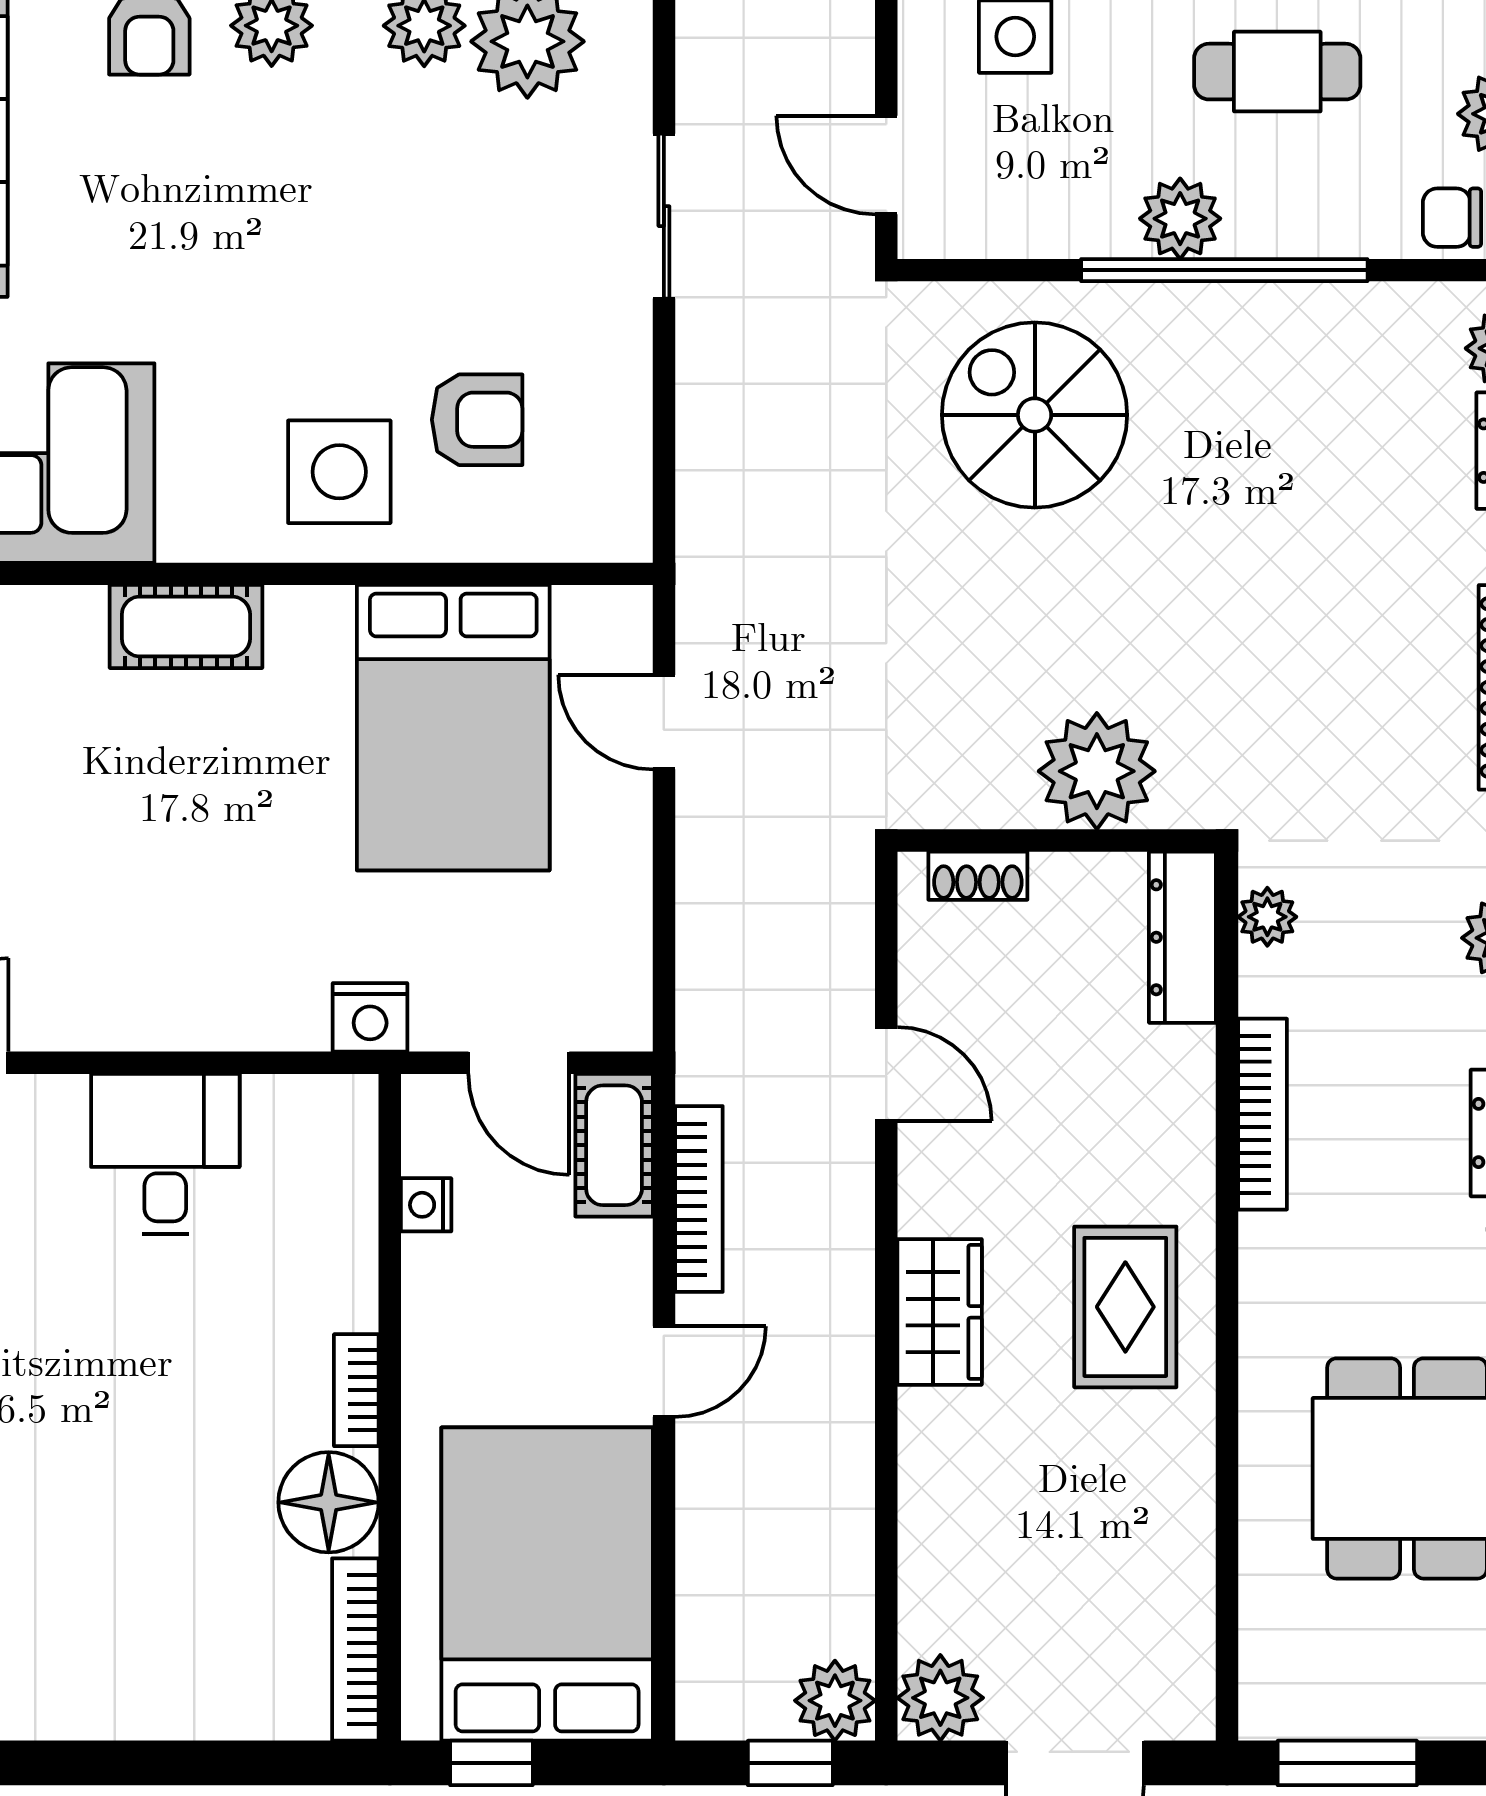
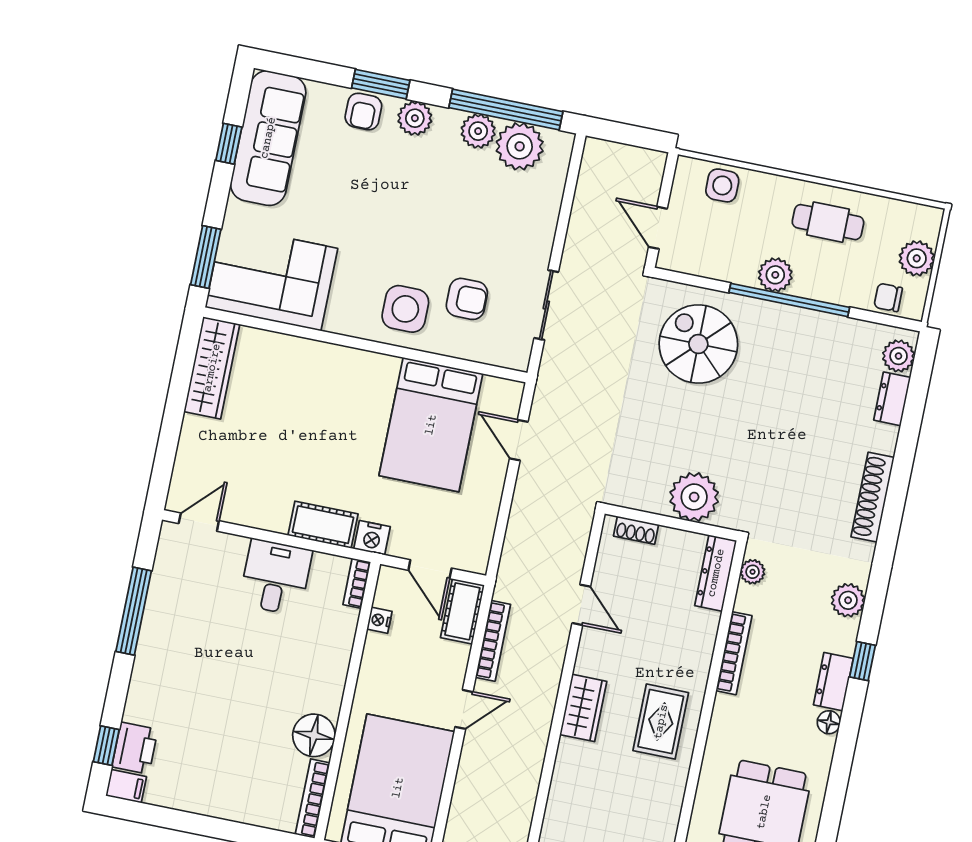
sliding door: (664, 216) -> (546, 305), moved
cot: (186, 626) -> (323, 525), moved
bookcase: (356, 1390) -> (357, 583), moved

